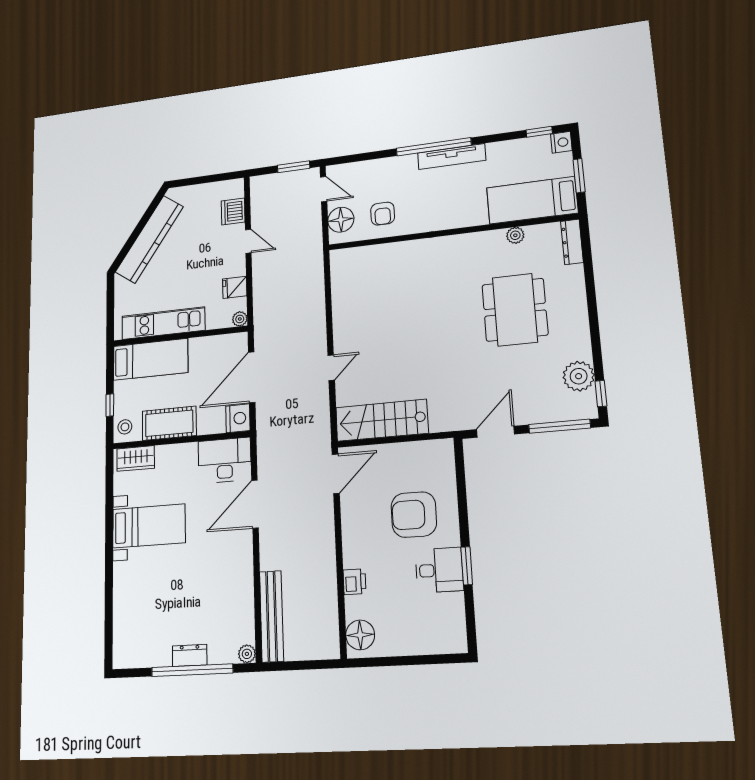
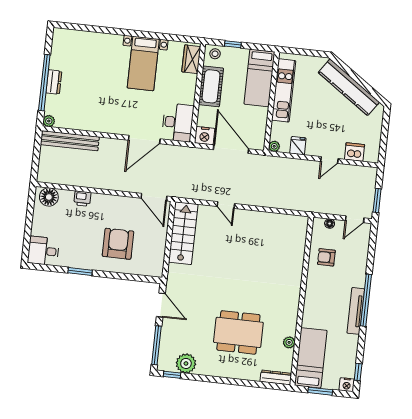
floor lamp: (341, 220) -> (330, 224), width x0.53, depth x0.53
door: (255, 504) -> (144, 140), swing flipped
desk: (439, 570) -> (43, 251), moved, turned 90

